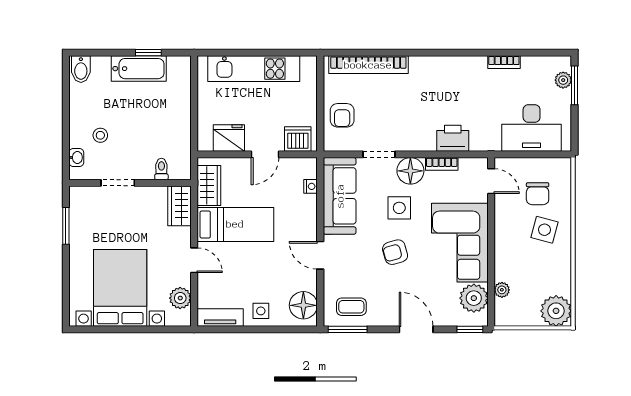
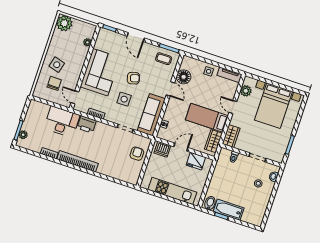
bookcase: (368, 65) -> (78, 161), moved
bidet: (81, 69) -> (210, 203), moved
desk: (532, 128) -> (62, 122), moved
floor lamp: (410, 171) -> (113, 115), removed
plant: (474, 298) -> (102, 43), removed
floor lamp: (303, 305) -> (184, 77), moved

